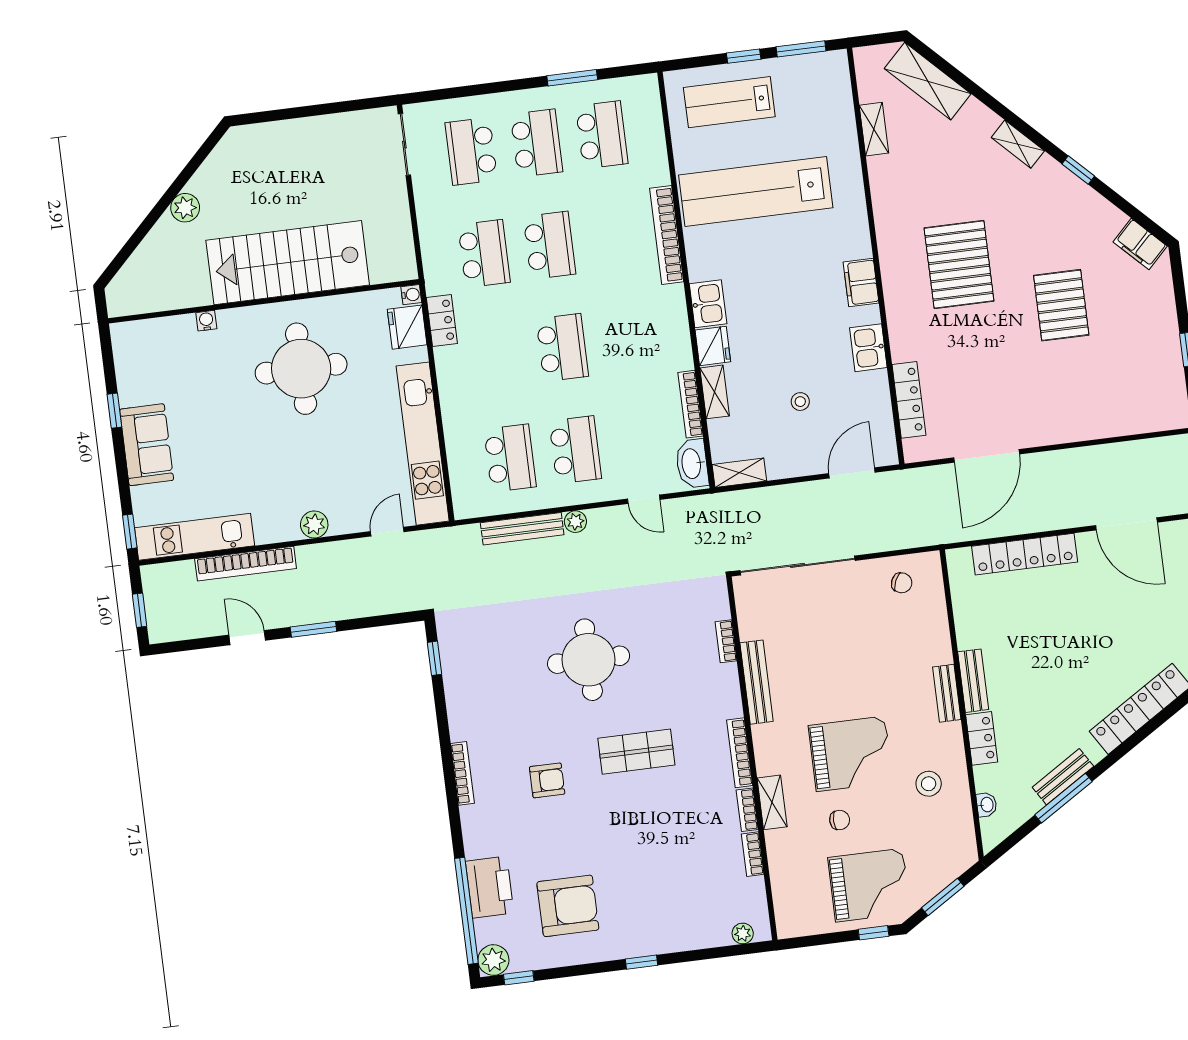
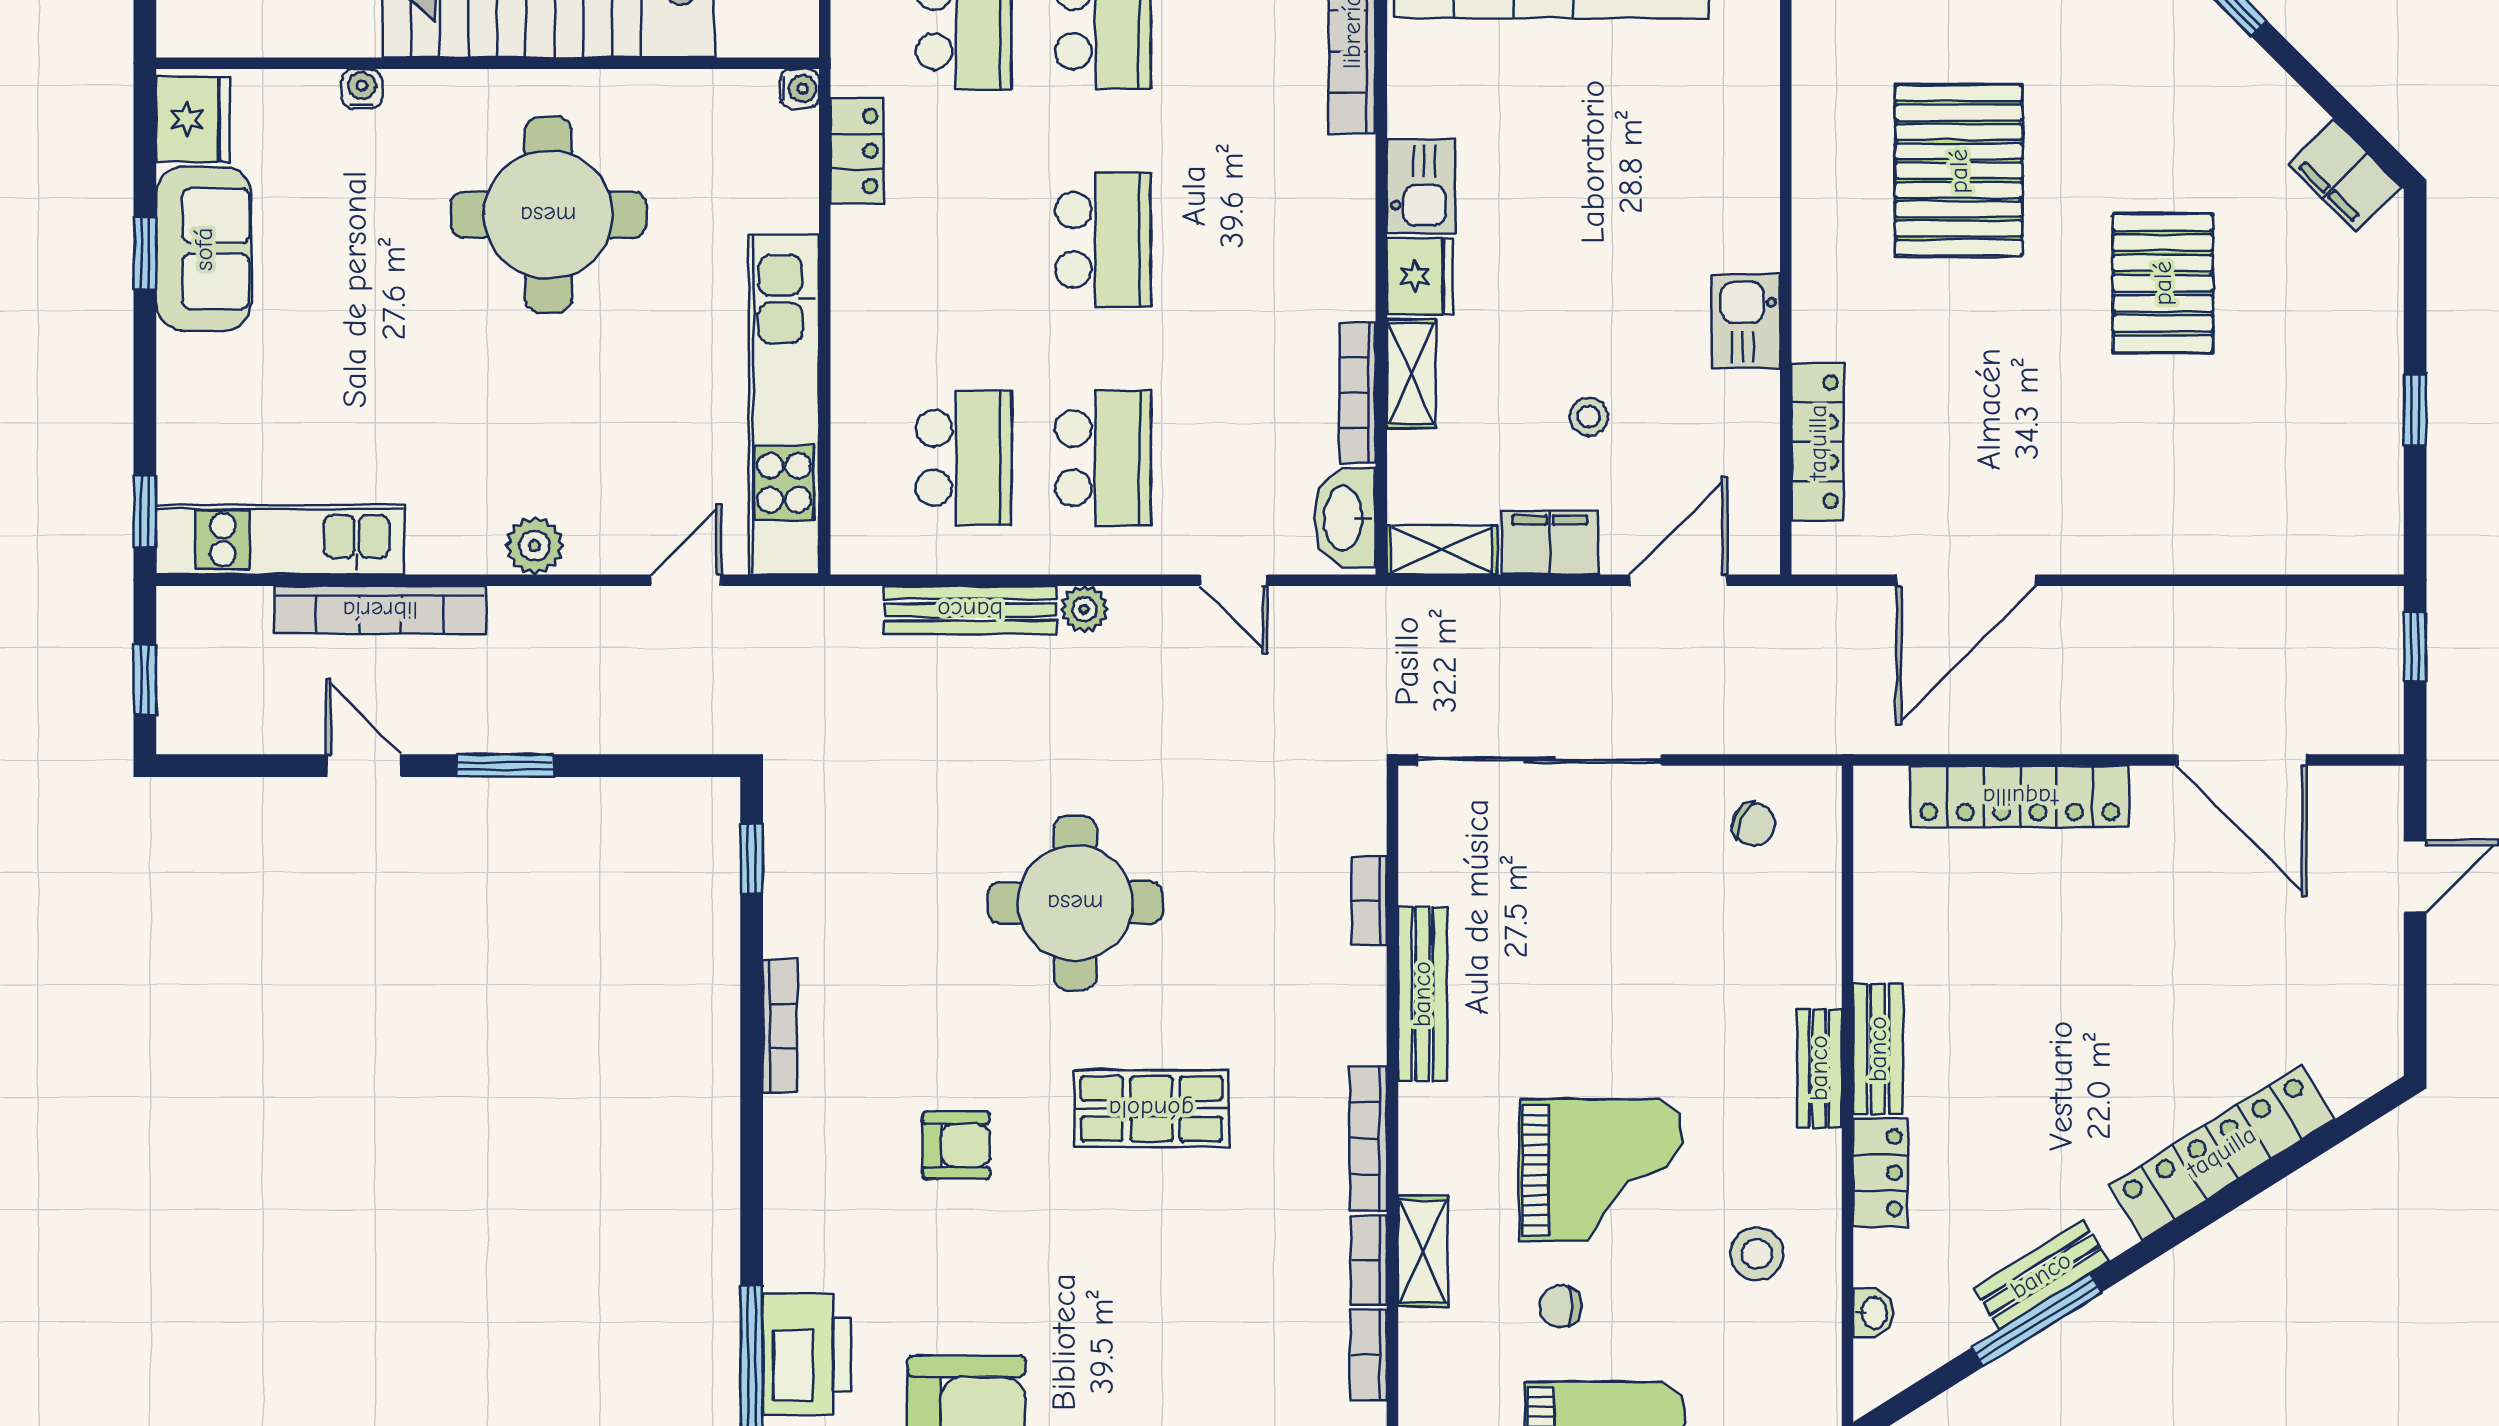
filing cabinet: (861, 283) -> (1550, 543), moved, turned 90
fridge: (407, 327) -> (193, 119), moved, turned 180
sofa: (147, 445) -> (204, 249), moved
bookcase: (462, 773) -> (780, 1026), moved
chair: (840, 820) -> (1560, 1306), turned 180

